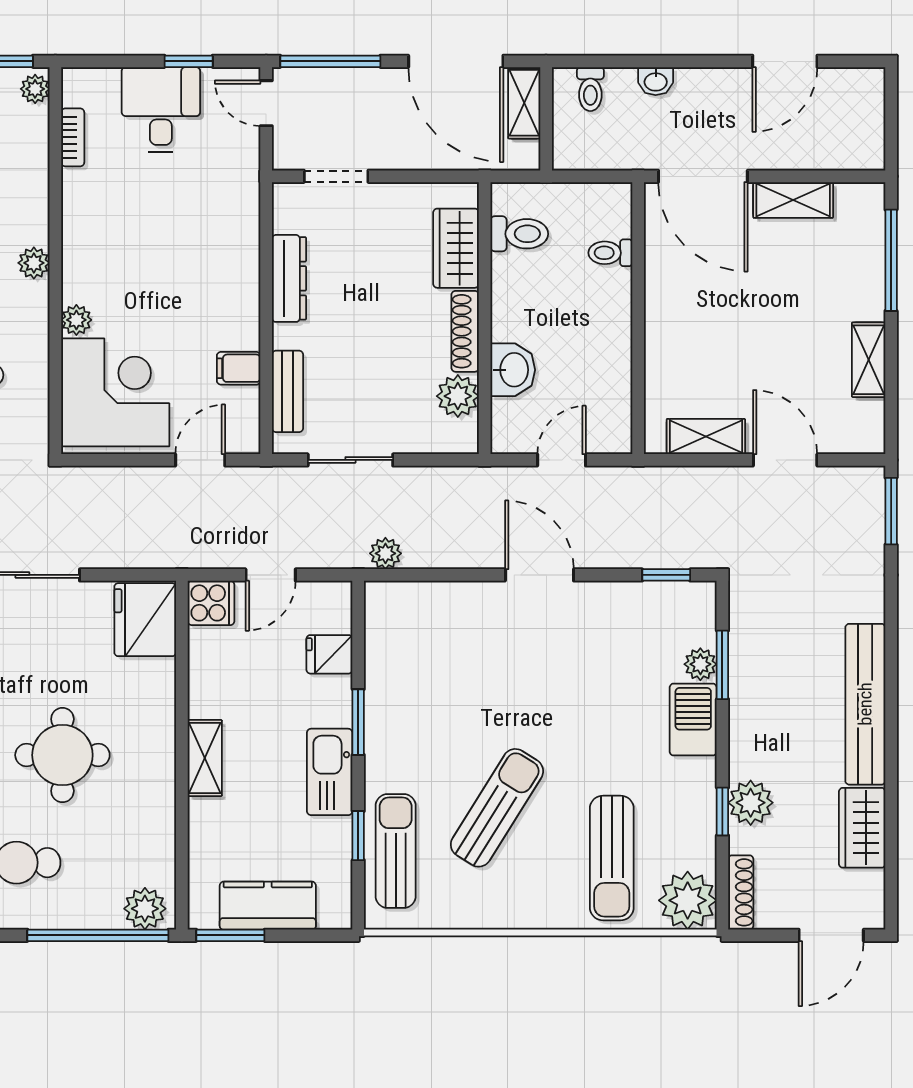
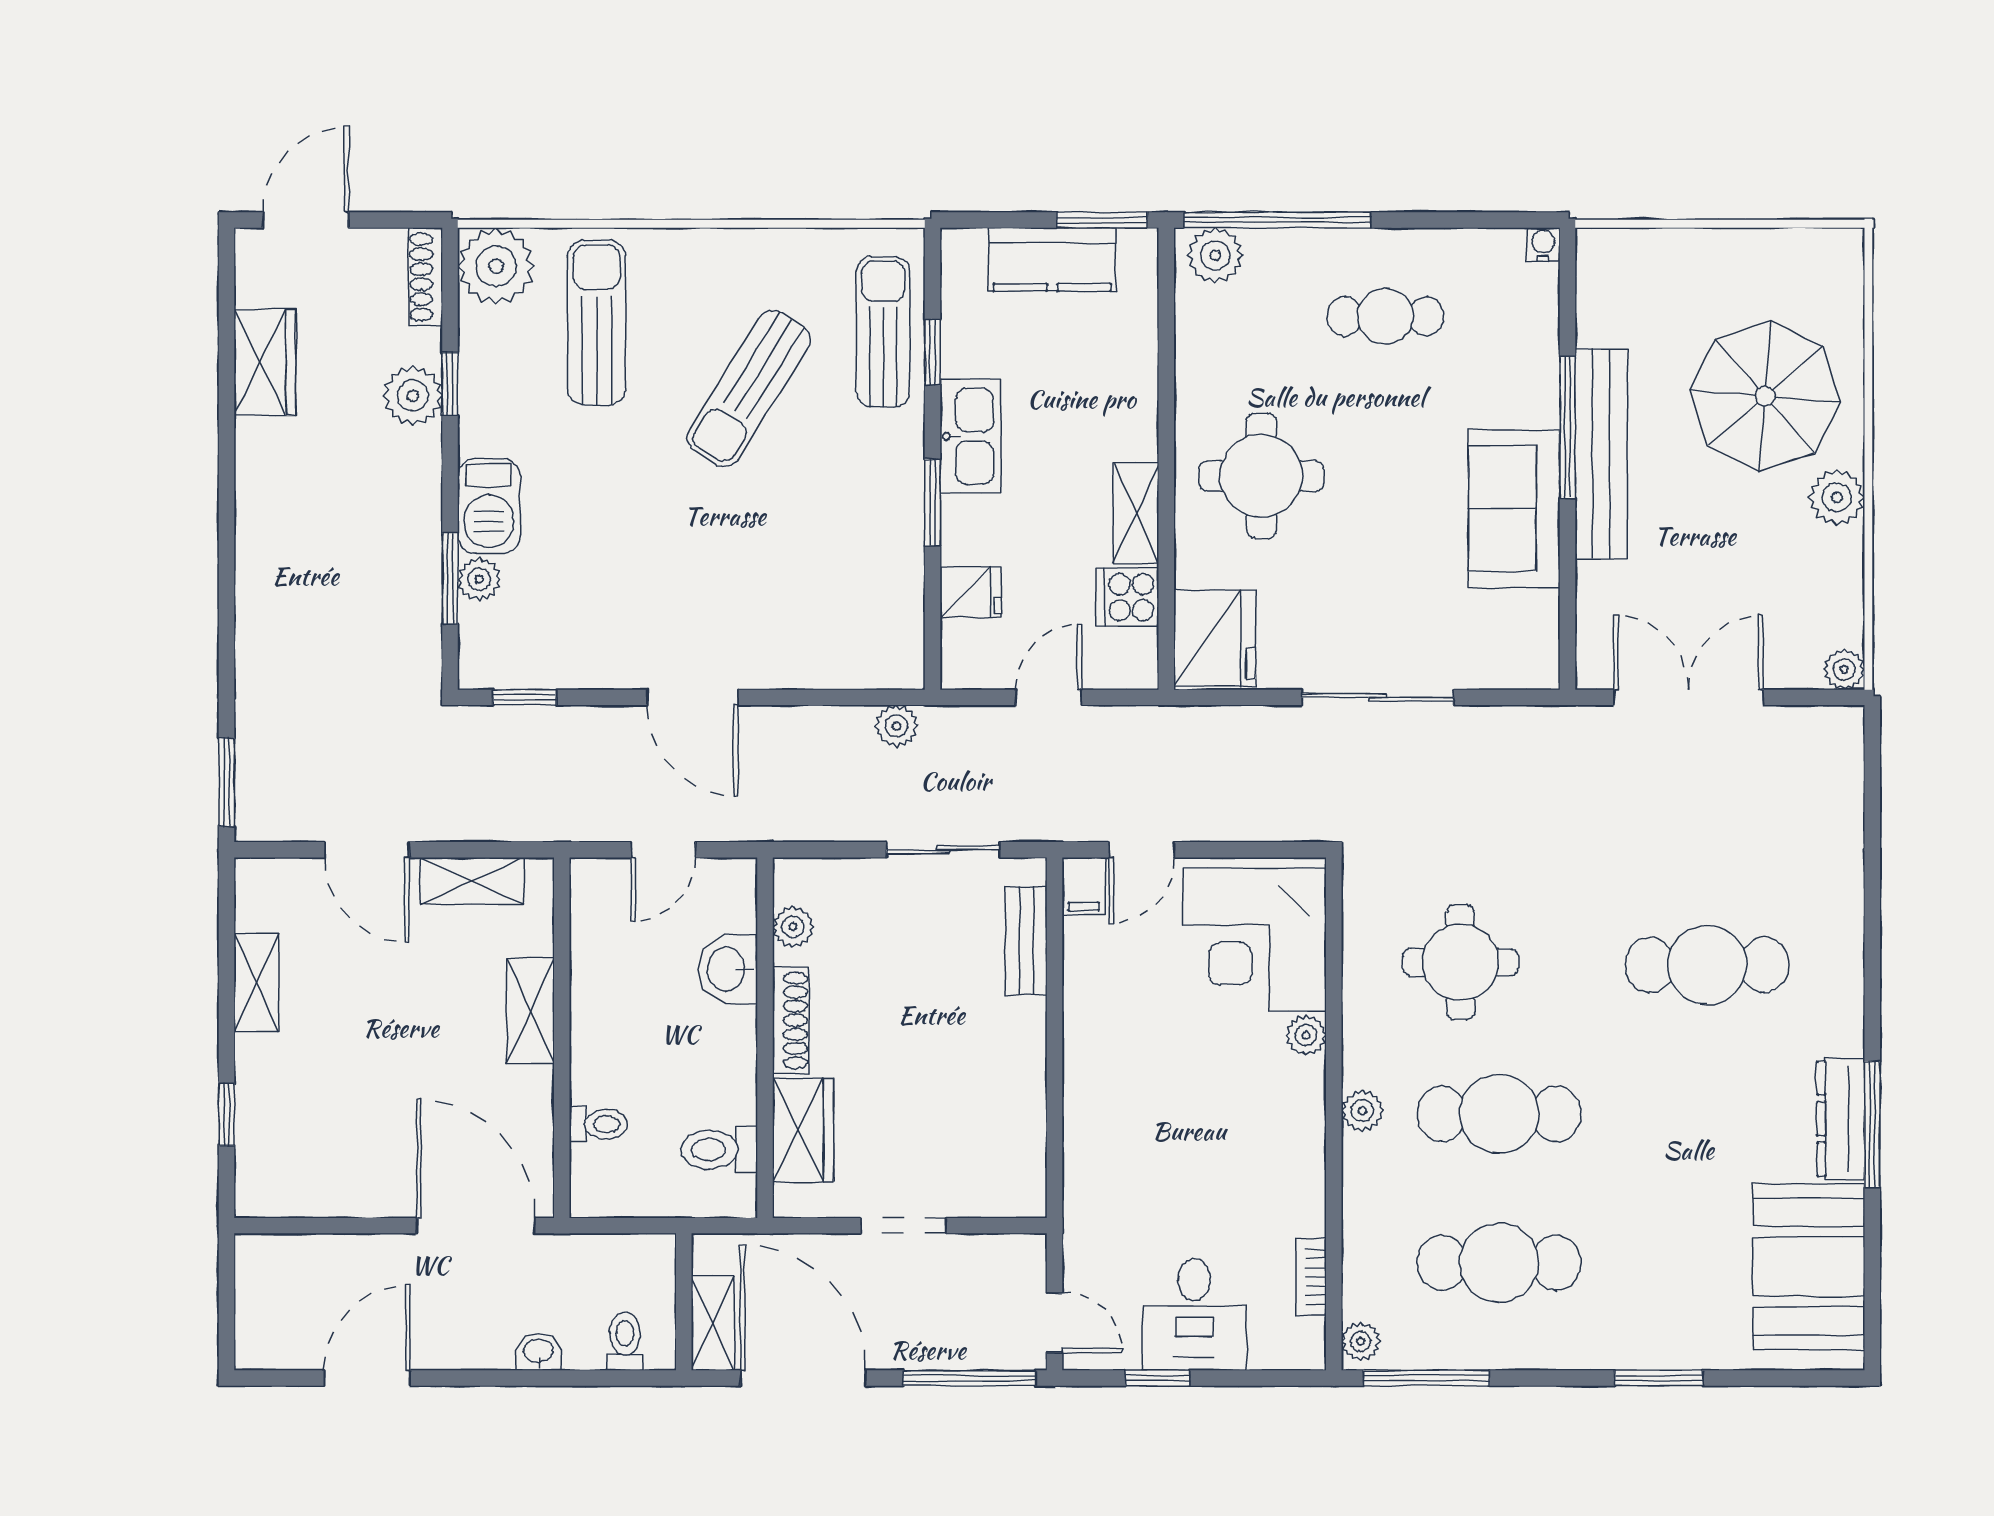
doorway: (336, 176) -> (904, 1226), moved
shelving: (793, 200) -> (530, 1011), moved, turned 90
window: (891, 260) -> (227, 1114), width x0.46
dresser: (289, 278) -> (1024, 1090), removed
filing cabinet: (239, 368) -> (1084, 886), moved, turned 90
plant: (458, 396) -> (793, 927), width x0.73, depth x0.73
cooker: (211, 603) -> (1128, 597), moved
bench: (865, 704) -> (261, 526), removed
round table: (62, 755) -> (1261, 476), moved
shelving: (205, 758) -> (1136, 513), moved
sun lounger: (396, 851) -> (883, 332), turned 180

